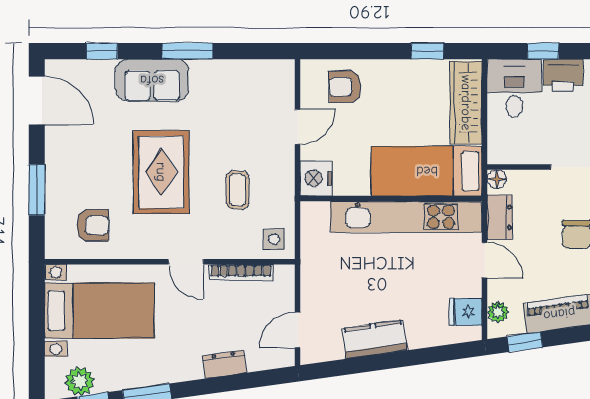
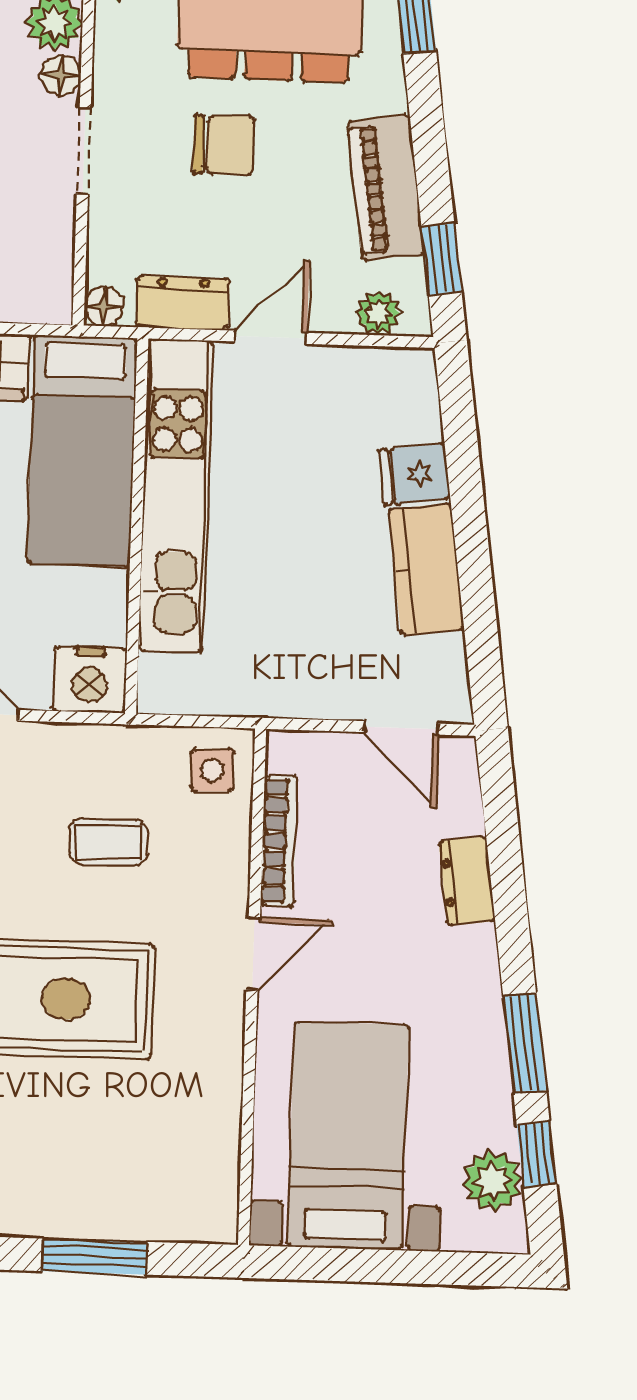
armchair: (93, 225) -> (171, 1144), removed
fridge: (466, 312) -> (414, 474), moved, turned 82

